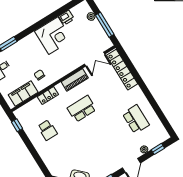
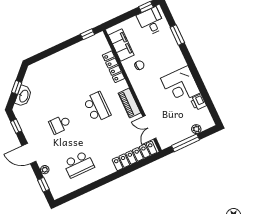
locker: (48, 96) -> (113, 67), width x1.53
school desk: (47, 130) -> (60, 124), moved

